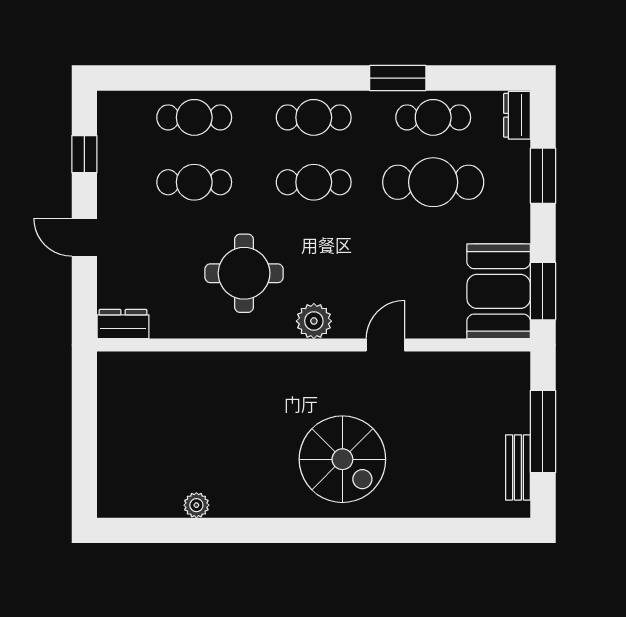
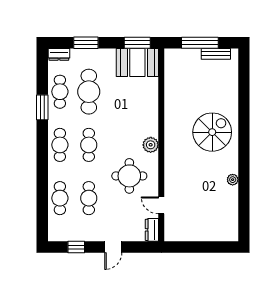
door: (385, 345) -> (161, 205), moved
plant: (196, 505) -> (233, 180), moved

